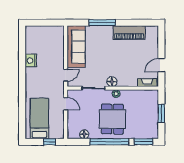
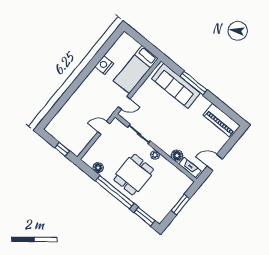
piano: (129, 33) -> (222, 120), moved
sofa: (76, 47) -> (176, 86), moved, turned 90
floor lamp: (112, 82) -> (177, 156), moved
door: (66, 104) -> (104, 128), swing flipped
bed: (39, 118) -> (136, 70), moved, turned 180

